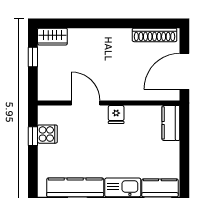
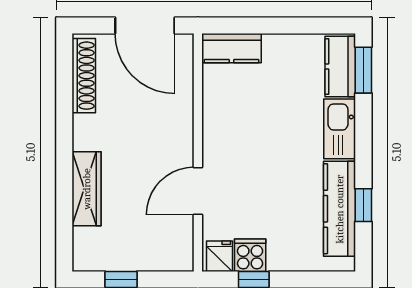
wardrobe: (52, 37) -> (87, 189), moved, width x1.50
fridge: (116, 114) -> (220, 256), moved, turned -90

